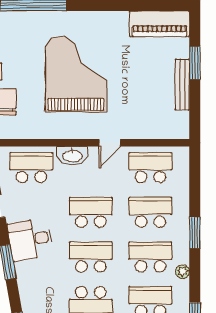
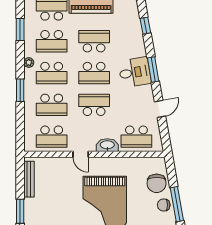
bench: (182, 85) -> (29, 179), moved
door: (110, 143) -> (81, 154), swing flipped
school desk: (91, 212) -> (94, 105), turned 180
desk: (30, 239) -> (135, 72), moved

